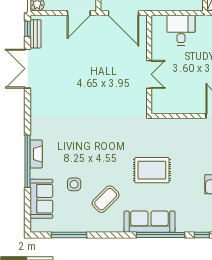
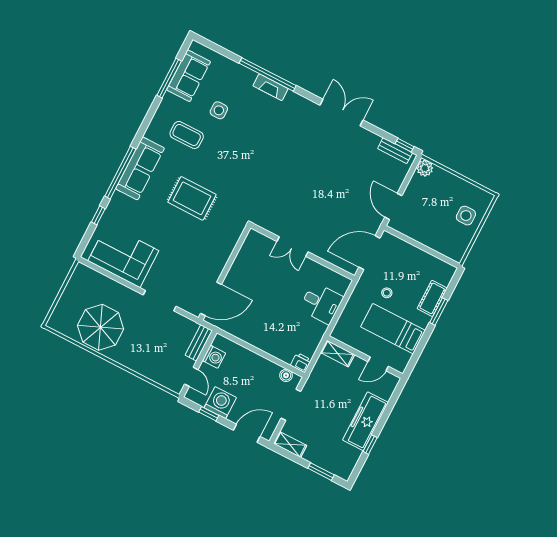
double door: (27, 69) -> (341, 113), moved
rug: (152, 170) -> (192, 198), turned 90
sofa: (41, 199) -> (189, 76), moved, turned -90
coffee table: (106, 199) -> (187, 135), turned -45

